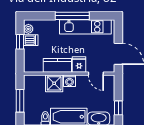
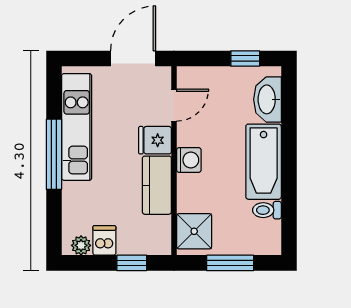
window: (20, 42) -> (132, 263), moved
shower: (54, 83) -> (194, 231), moved

